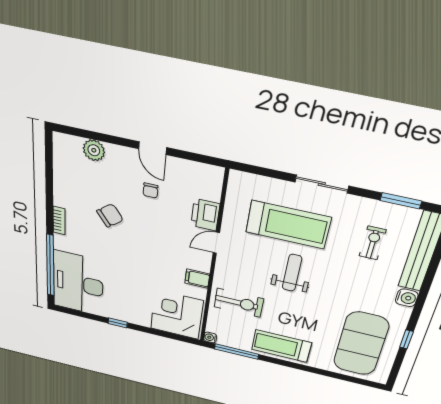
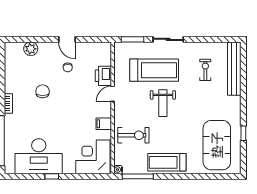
window: (401, 201) -> (133, 39), moved
chair: (110, 215) -> (43, 91), turned -53
weight bench: (292, 273) -> (163, 103), turned 180
desk: (78, 283) -> (39, 156), moved, turned -90
water cooler: (407, 298) -> (235, 102), removed

